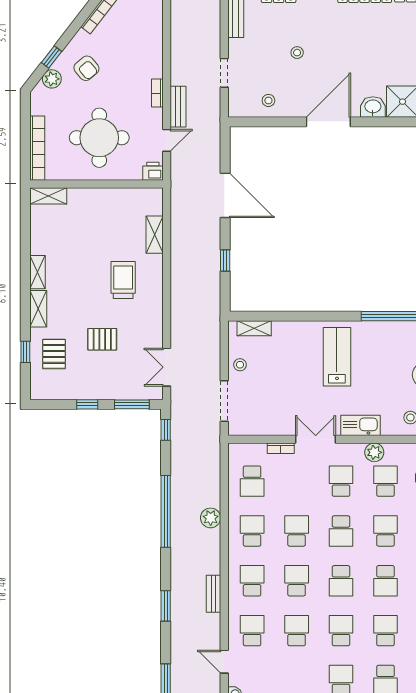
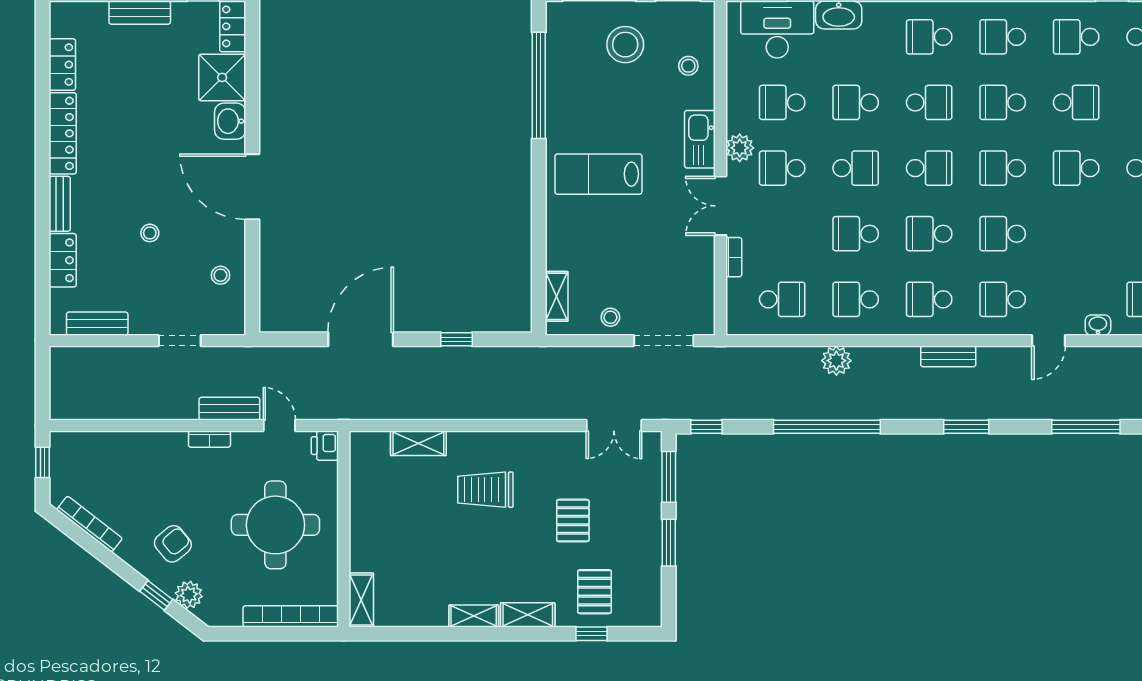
pallet: (54, 354) -> (595, 592), turned 90
window: (87, 404) -> (669, 543), width x1.50
plant: (374, 452) -> (740, 148), moved

